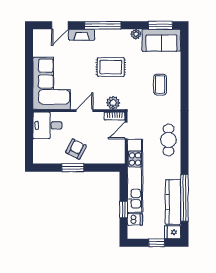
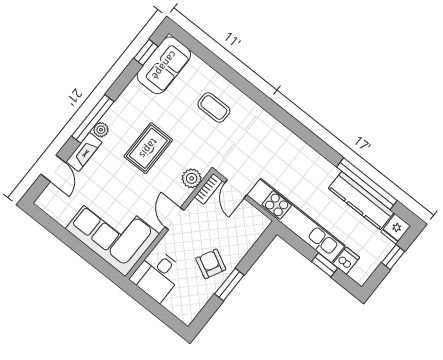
window: (160, 25) -> (146, 52), width x0.67
plant: (136, 34) -> (101, 130), moved
cafe table: (168, 140) -> (285, 149), removed

